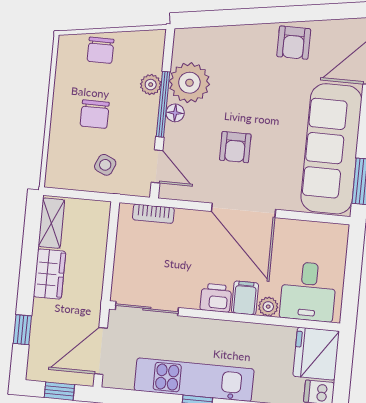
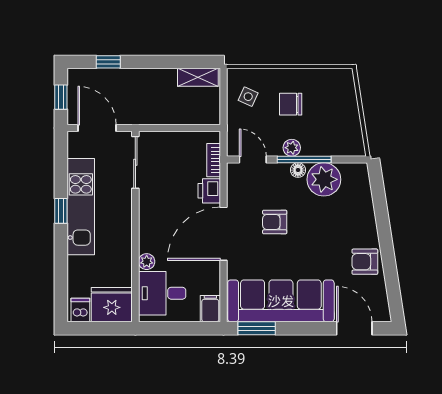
chair: (101, 50) -> (343, 104), removed
plant: (151, 85) -> (292, 148), moved
side table: (105, 165) -> (248, 97), moved
door: (157, 166) -> (253, 159), swing flipped
wardrobe: (49, 274) -> (156, 80), removed
printer: (216, 298) -> (209, 191), moved, turned 180
filing cabinet: (245, 298) -> (210, 309), moved, turned -90

